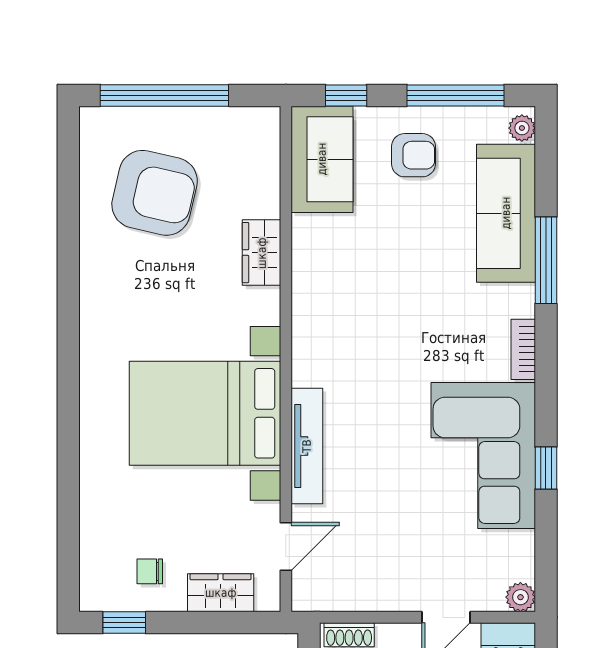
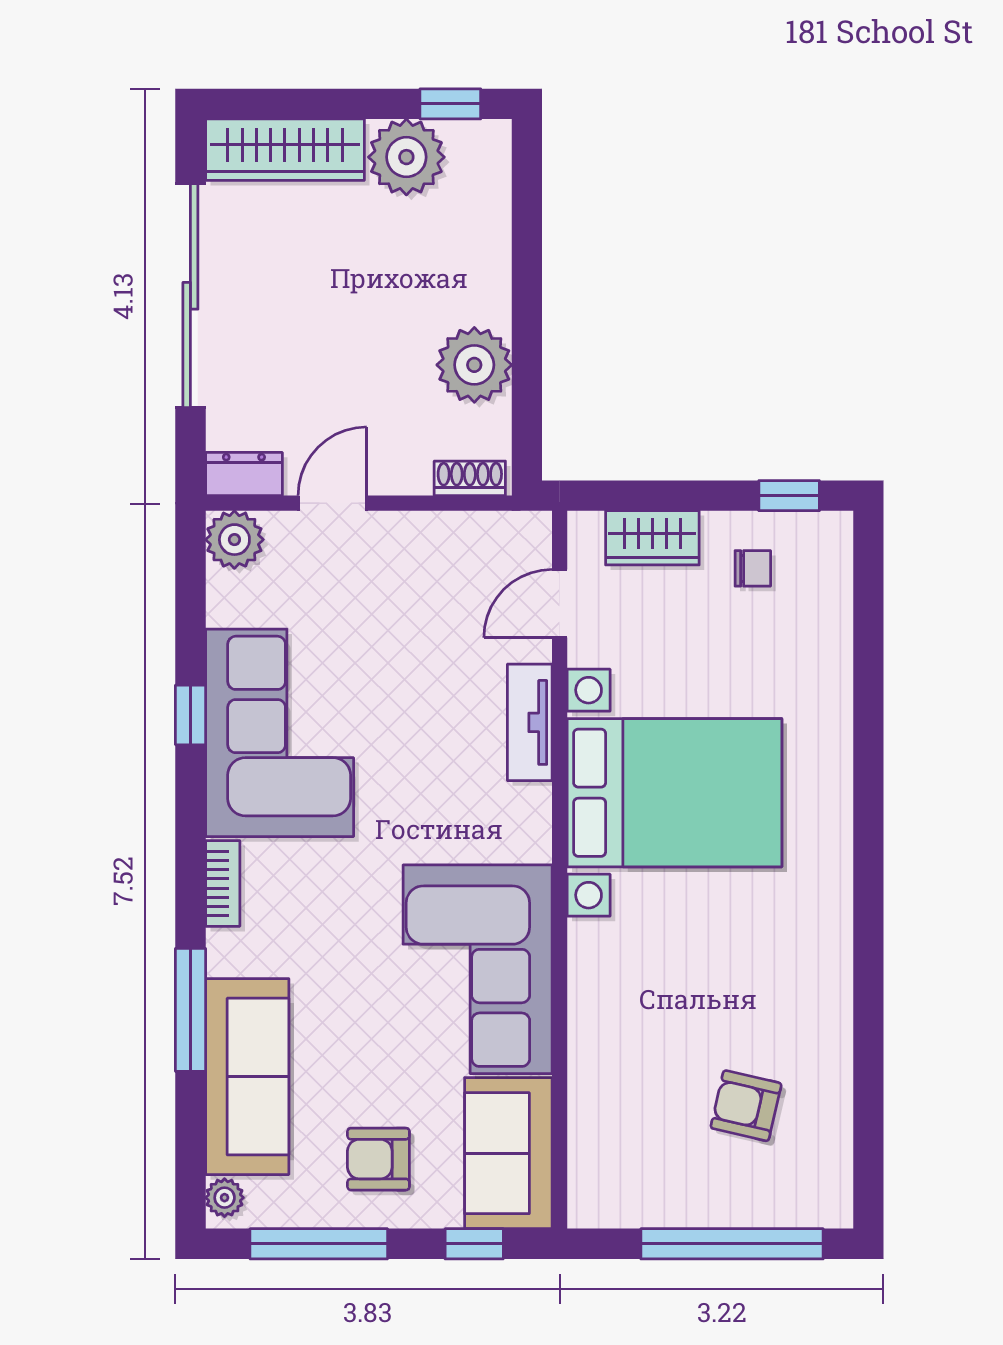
armchair: (155, 193) -> (746, 1106), width x0.53, depth x0.53
wardrobe: (262, 253) -> (594, 1021), removed
corner sofa: (344, 289) -> (478, 969), added
tv unit: (307, 446) -> (530, 722), width x0.71
plant: (520, 597) -> (234, 540), width x1.38, depth x1.38

